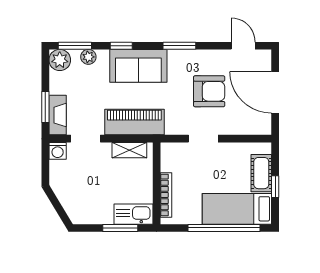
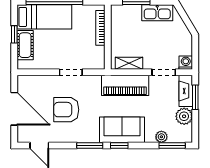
window: (121, 46) -> (119, 146), moved
plant: (60, 60) -> (184, 116), moved
kitchen sink: (133, 214) -> (157, 13), moved

